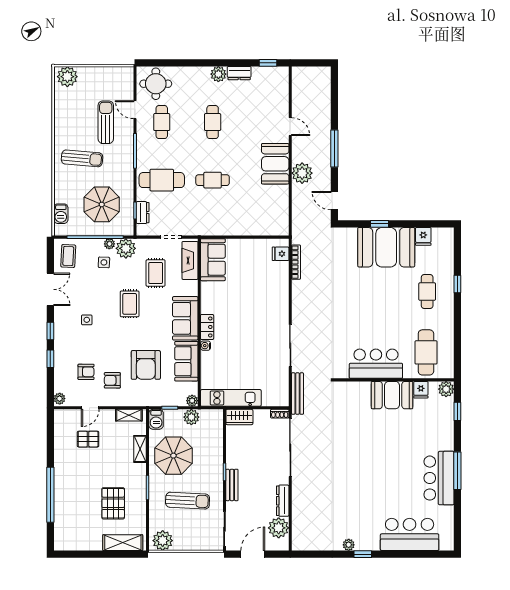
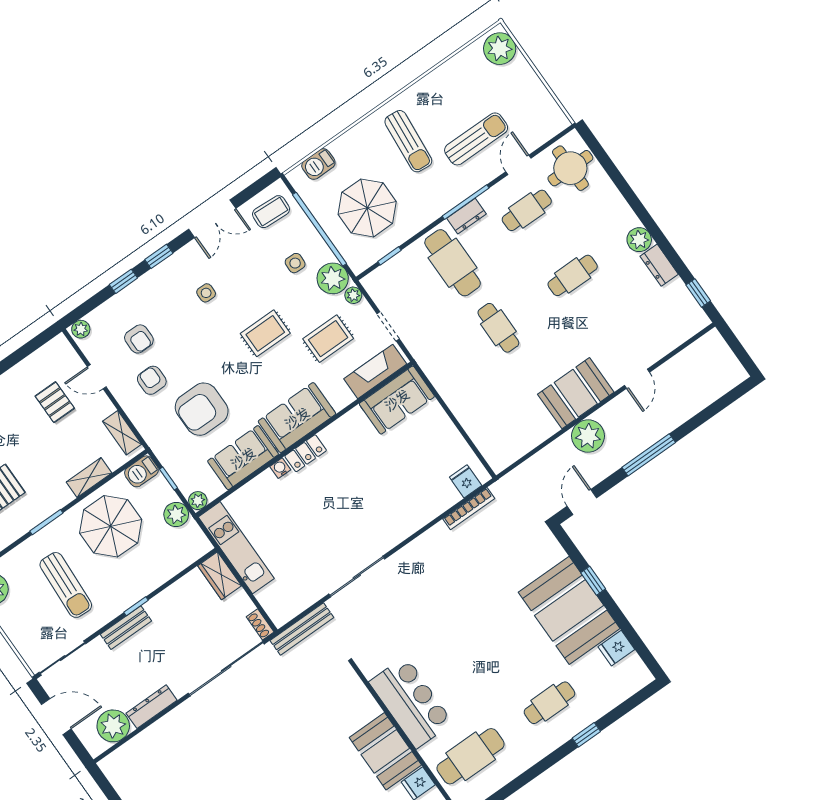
dresser: (143, 213) -> (467, 216), moved
plant: (109, 244) -> (353, 295), moved

